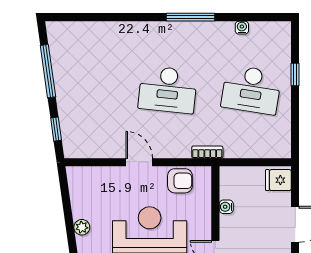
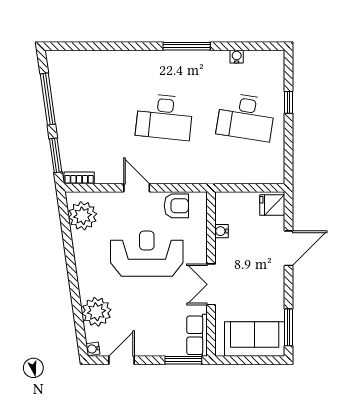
window: (56, 129) -> (56, 155), width x1.50
bookcase: (207, 152) -> (79, 178), moved
plant: (82, 227) -> (83, 216), moved, width x1.88, depth x1.88

